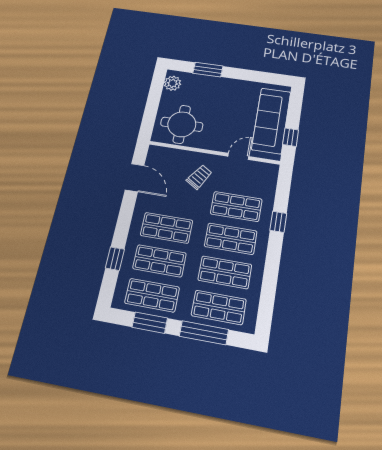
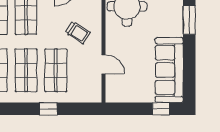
sofa: (271, 120) -> (169, 70), moved, turned -90
window: (291, 137) -> (161, 109), moved

